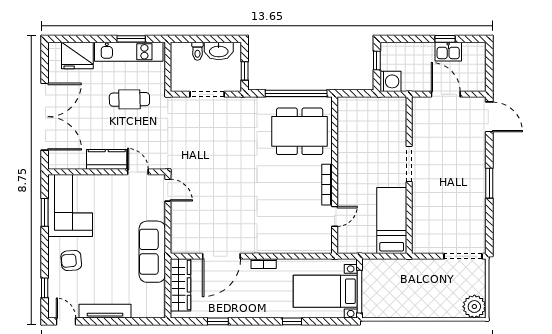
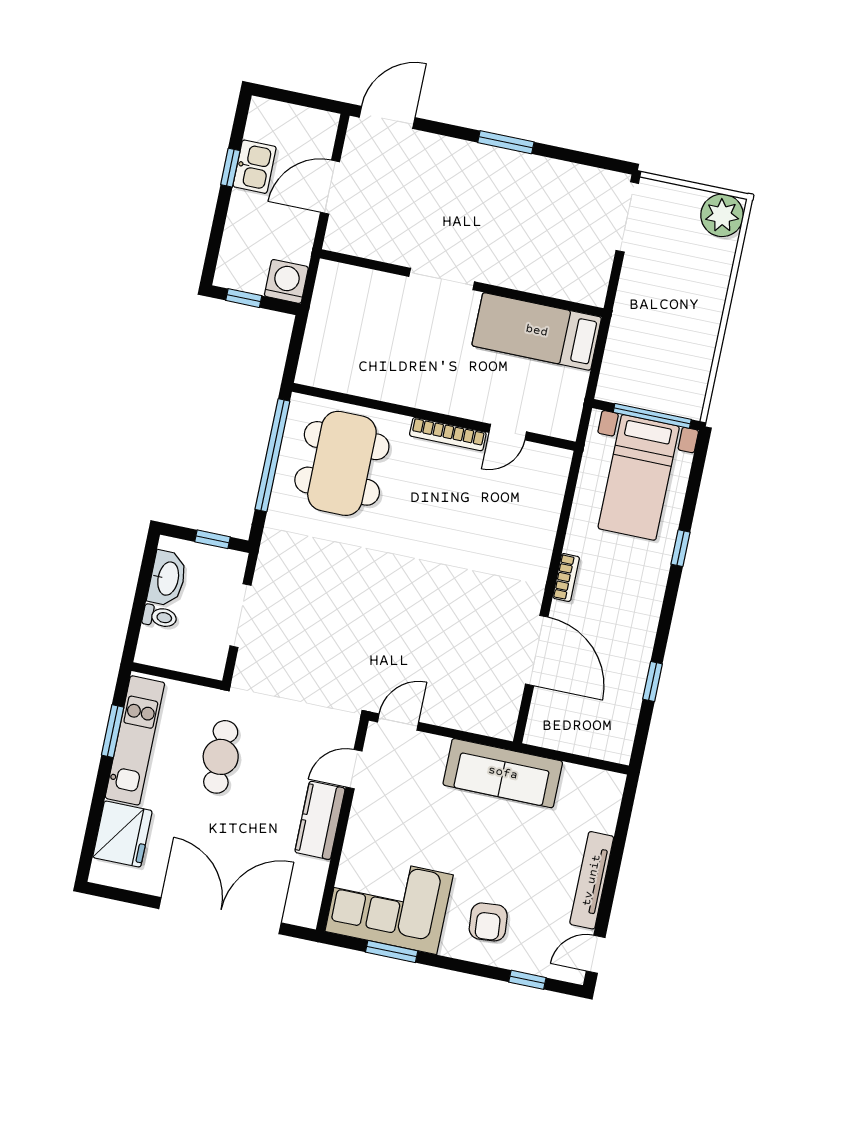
door: (335, 216) -> (508, 432), swing flipped
wardrobe: (180, 285) -> (573, 735), removed

